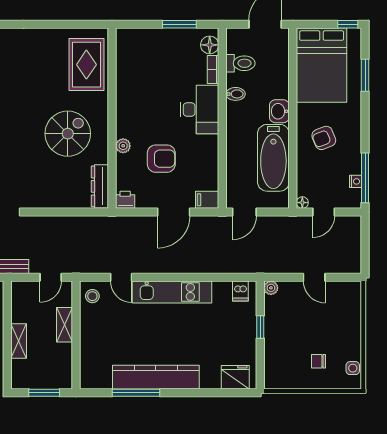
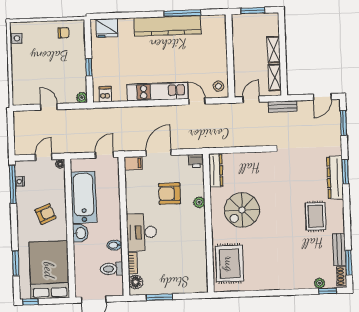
shelving: (64, 325) -> (275, 77), moved
chair: (318, 361) -> (64, 33), moved

